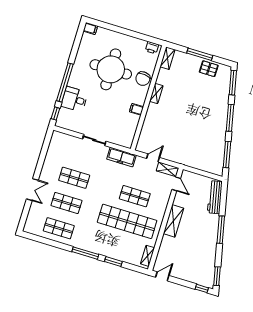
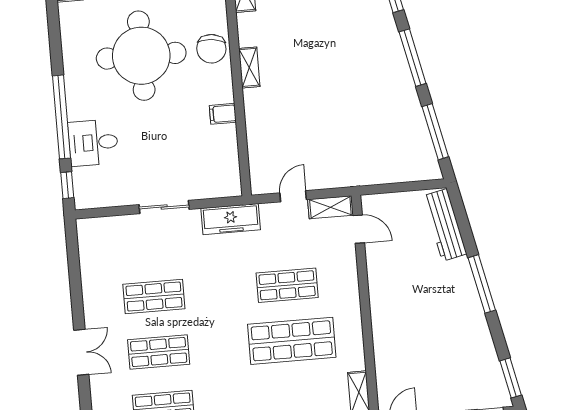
shop shelf: (127, 221) -> (292, 341), width x0.71
shelving: (173, 221) -> (382, 304), removed

